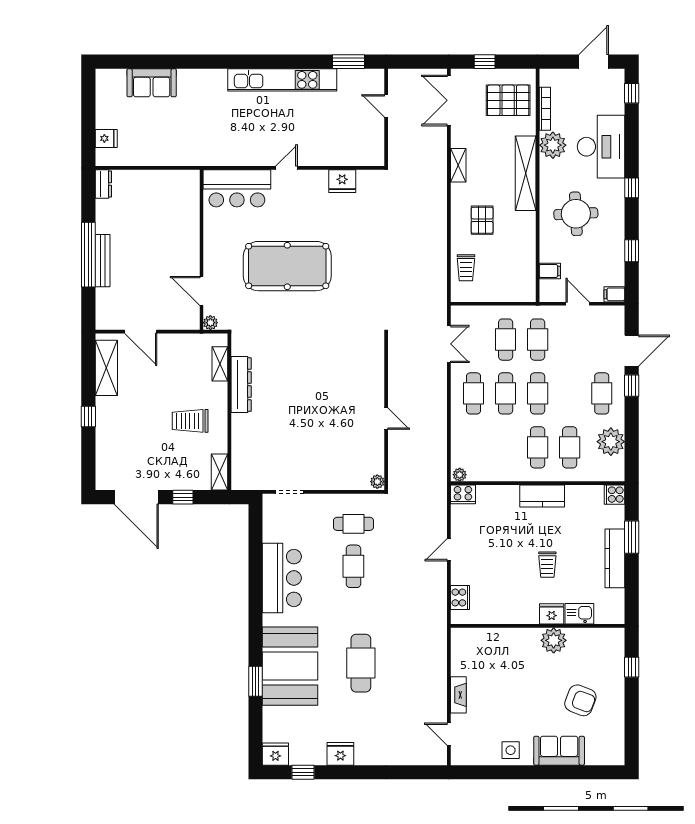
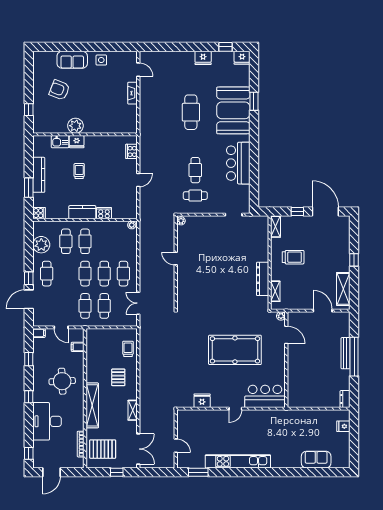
plant: (553, 145) -> (76, 422), removed
cooker: (463, 494) -> (104, 213), moved

